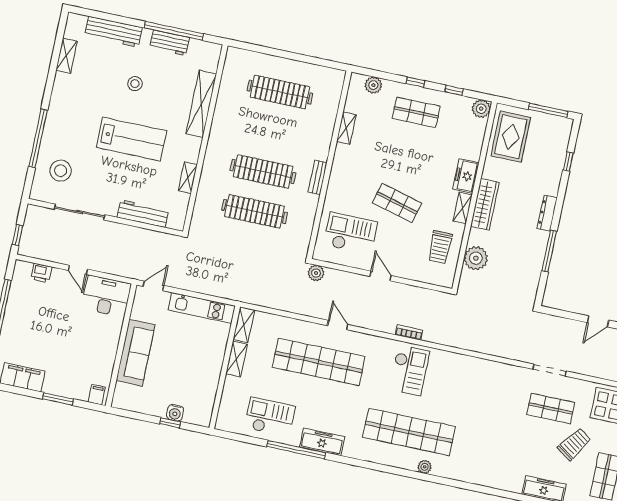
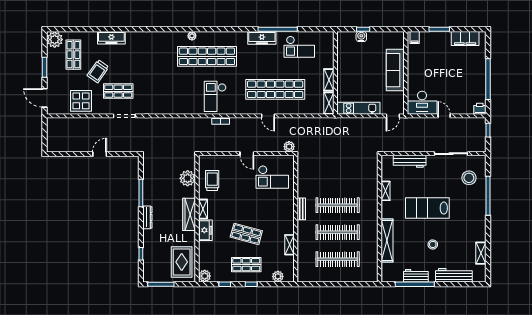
shop shelf: (397, 203) -> (246, 234), moved
clothes rail: (255, 211) -> (338, 232), moved
printer: (41, 273) -> (480, 109), moved

